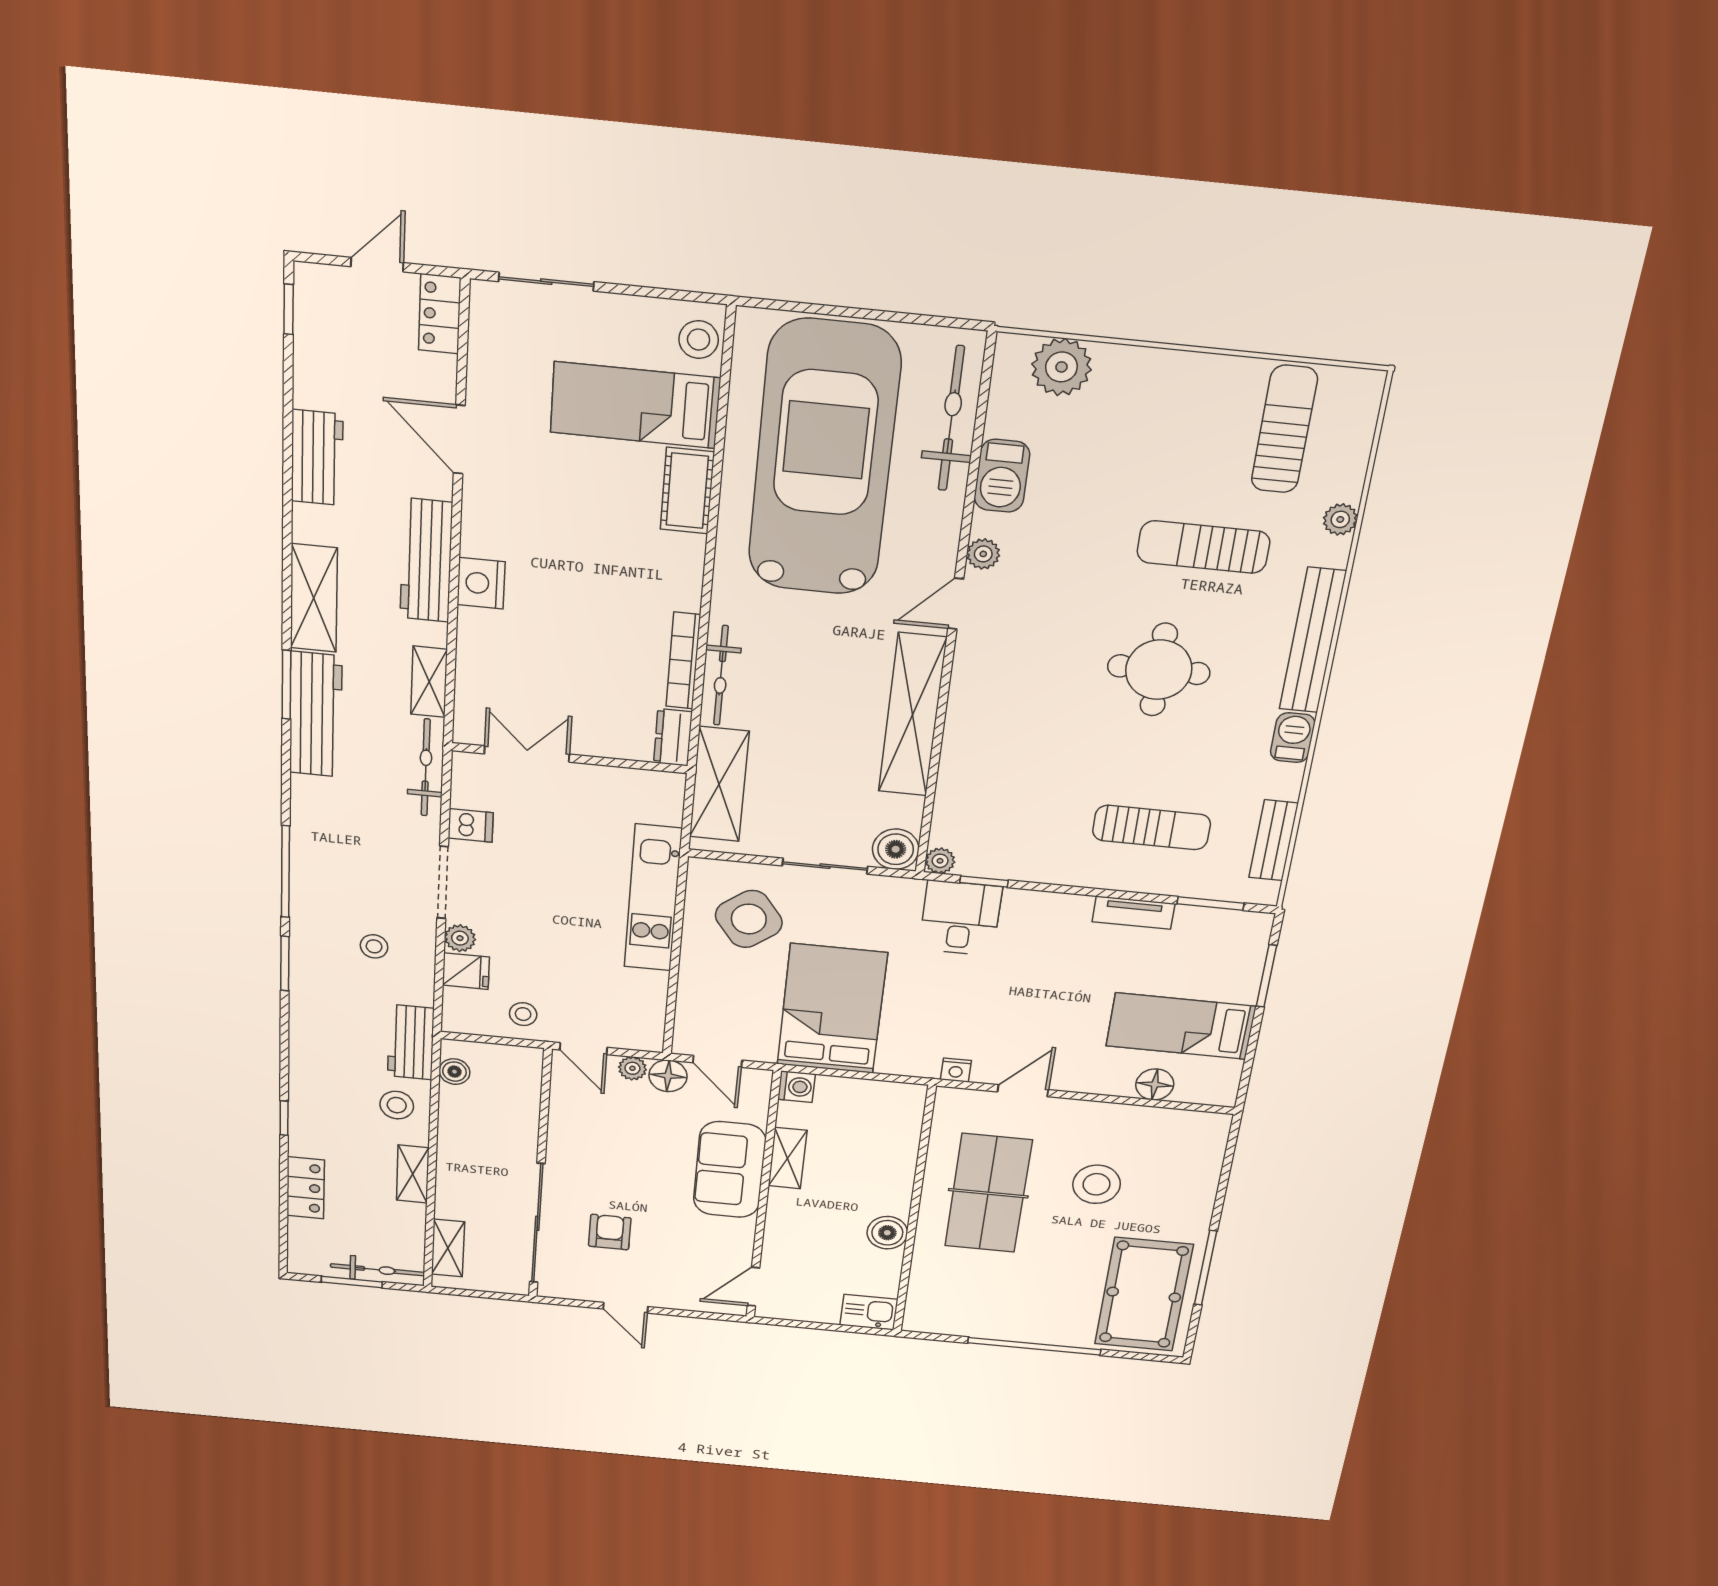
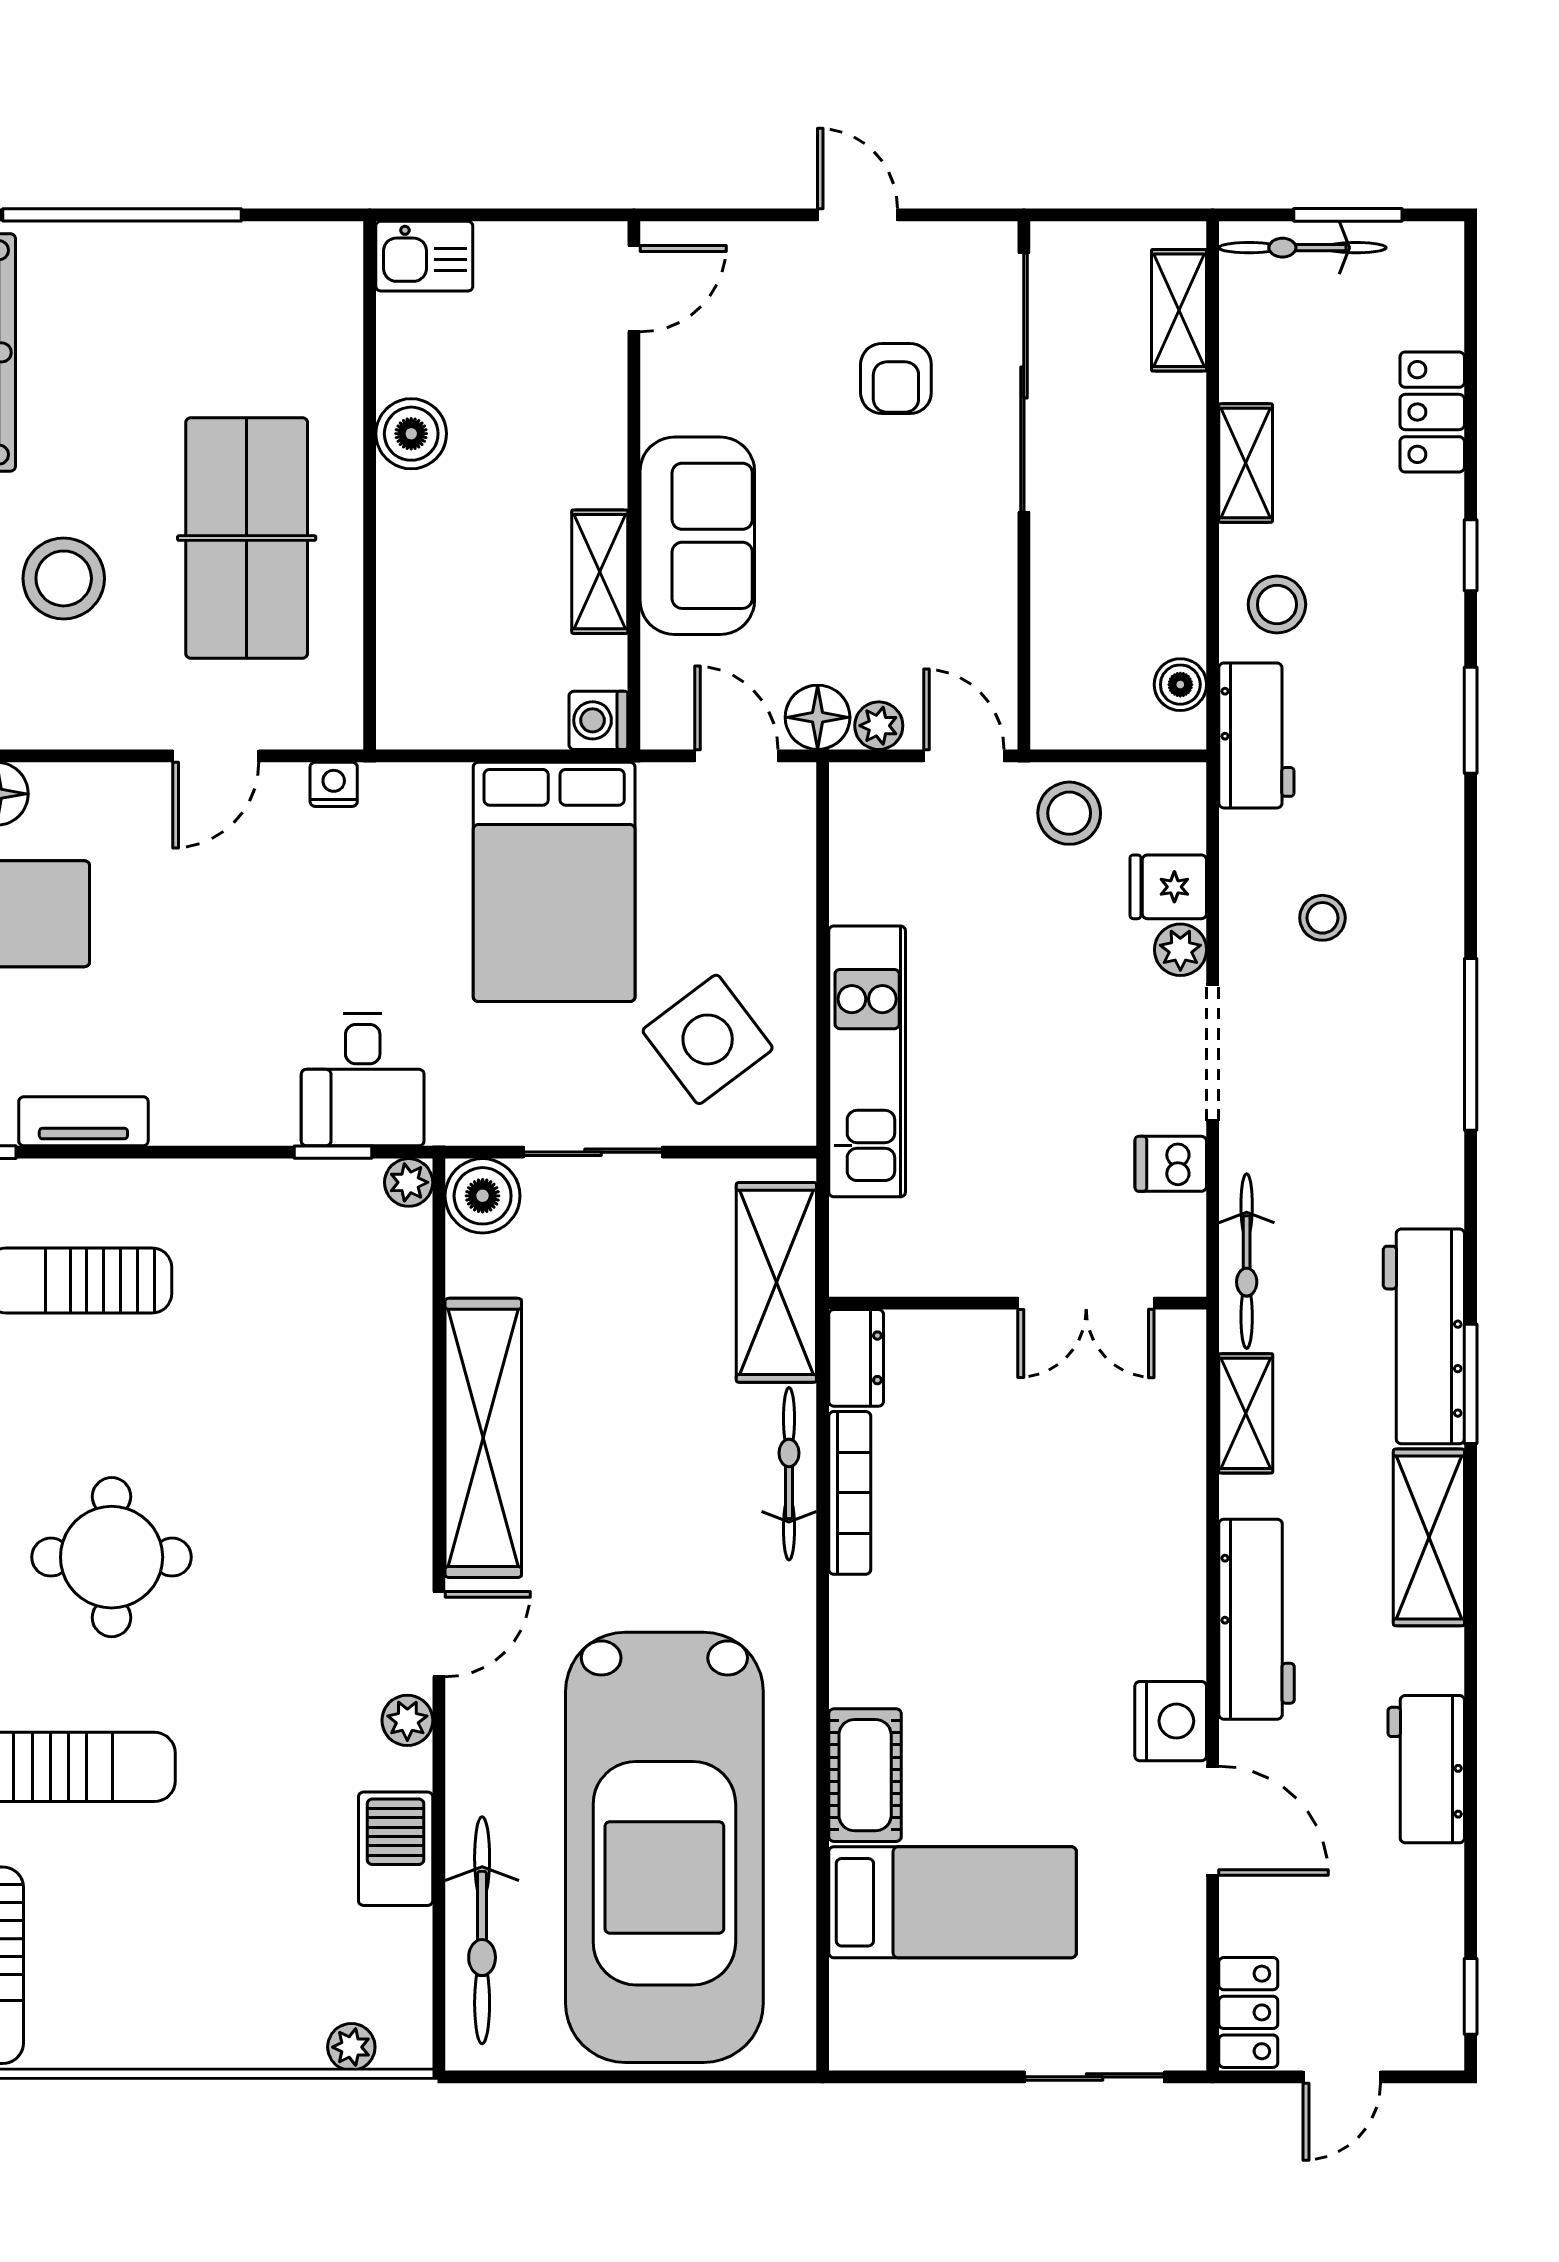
stool: (699, 340) -> (866, 2013), removed
plant: (1061, 367) -> (351, 2047), width x0.53, depth x0.53
nightstand: (481, 583) -> (1171, 1721), moved
window: (285, 964) -> (1471, 720), moved
stool: (523, 1014) -> (1069, 813), width x1.37, depth x1.37

